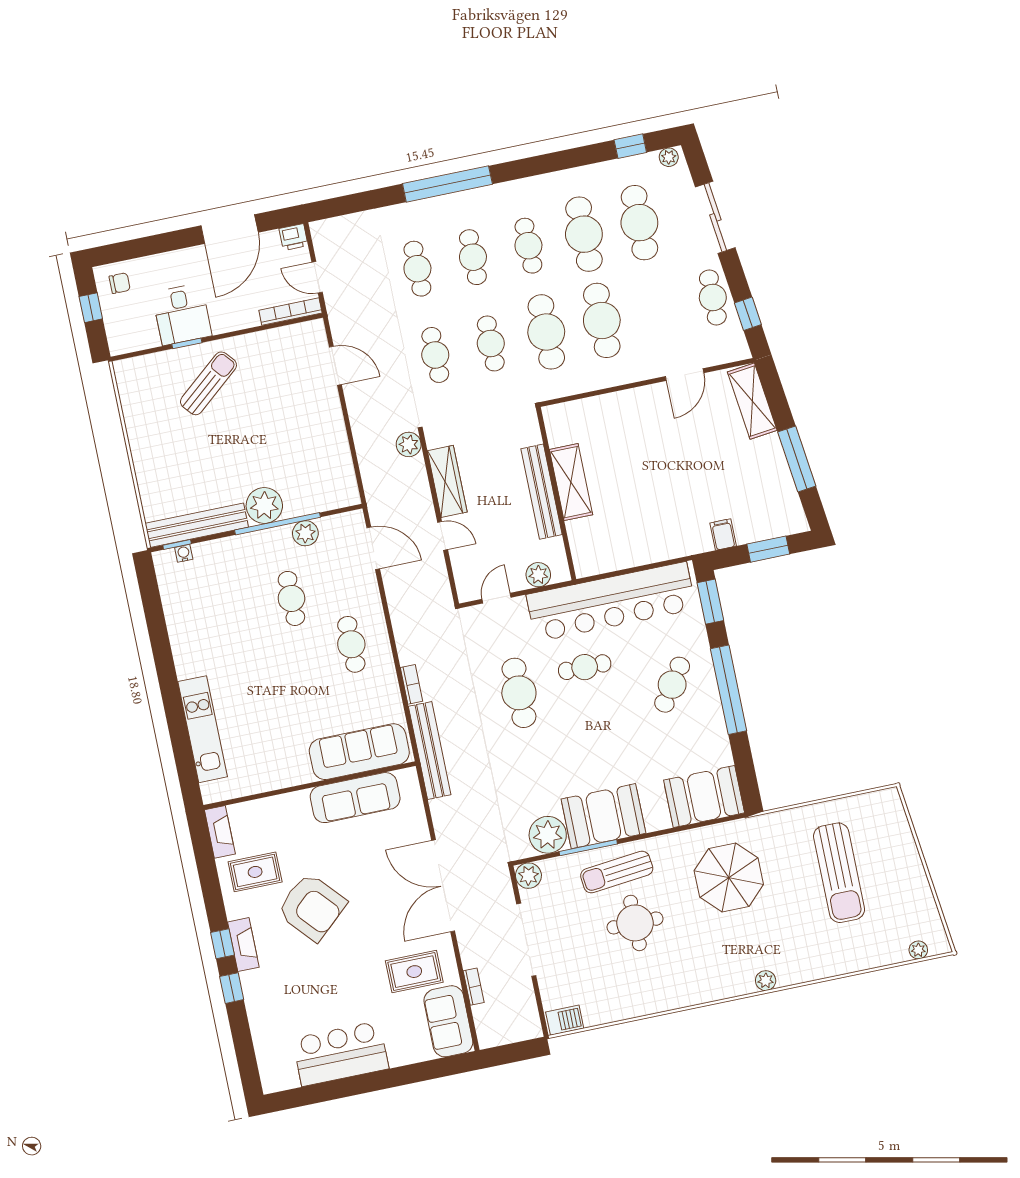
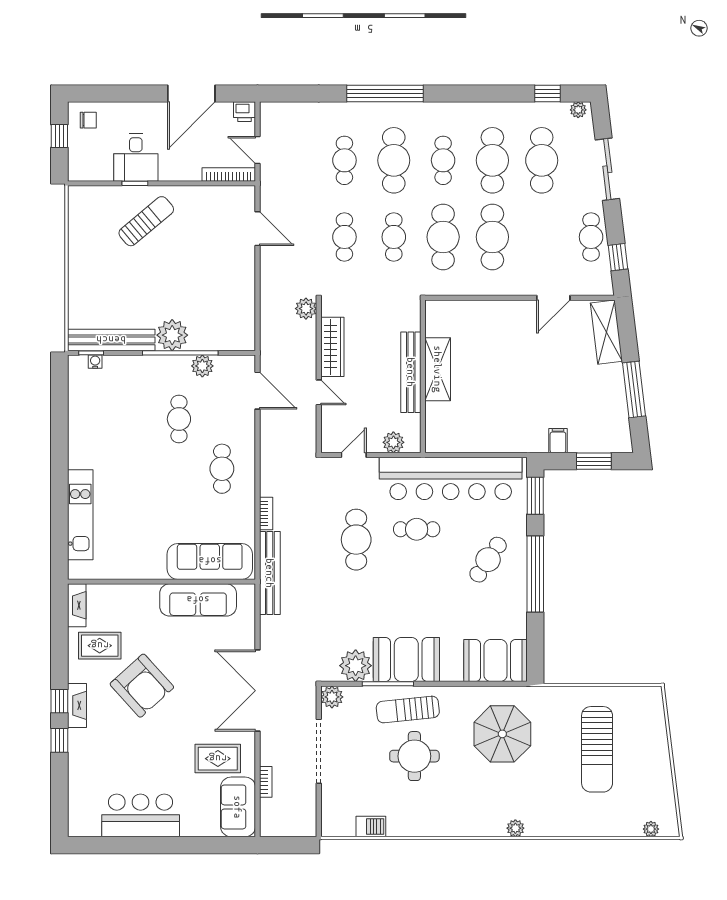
cafe table: (473, 257) -> (394, 160), width x1.37, depth x1.35
barbecue: (565, 1020) -> (371, 826), moved

